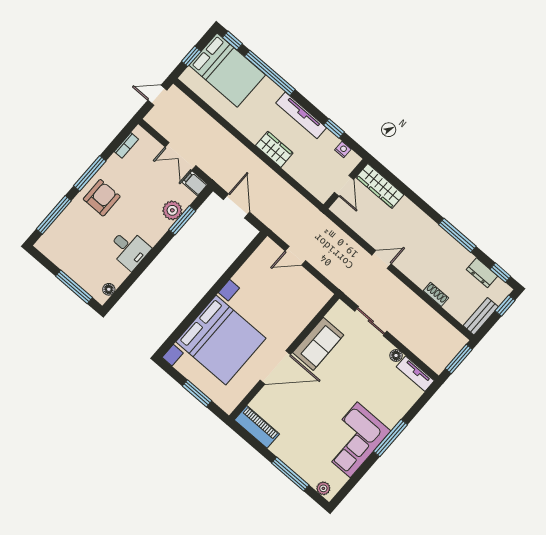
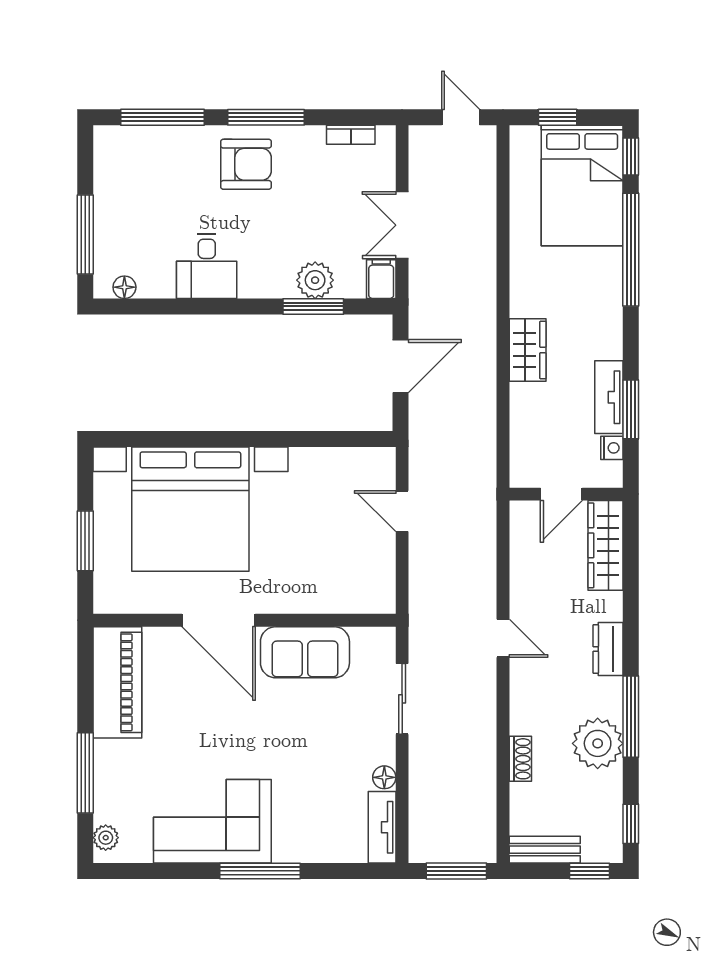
tv unit: (301, 115) -> (609, 397), moved, width x0.71
window: (334, 128) -> (631, 409), width x1.50
plant: (457, 258) -> (598, 743), added
dresser: (482, 273) -> (608, 649), moved
piano: (257, 427) -> (117, 682), width x1.37, depth x1.33

